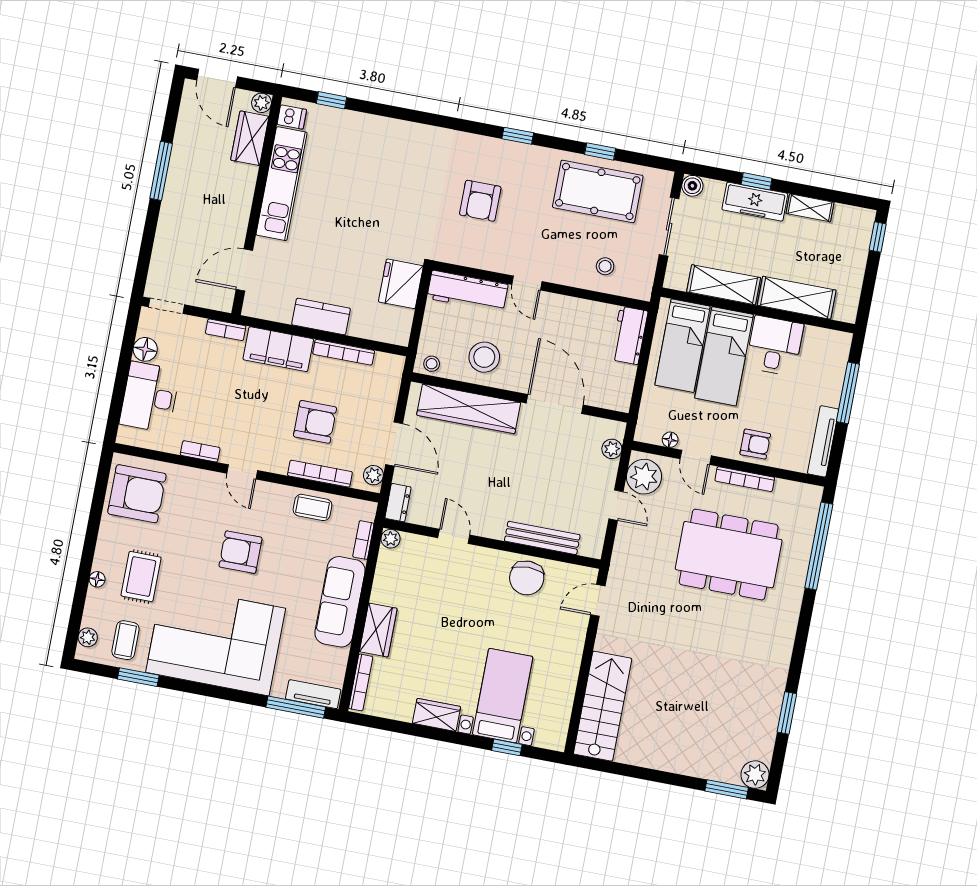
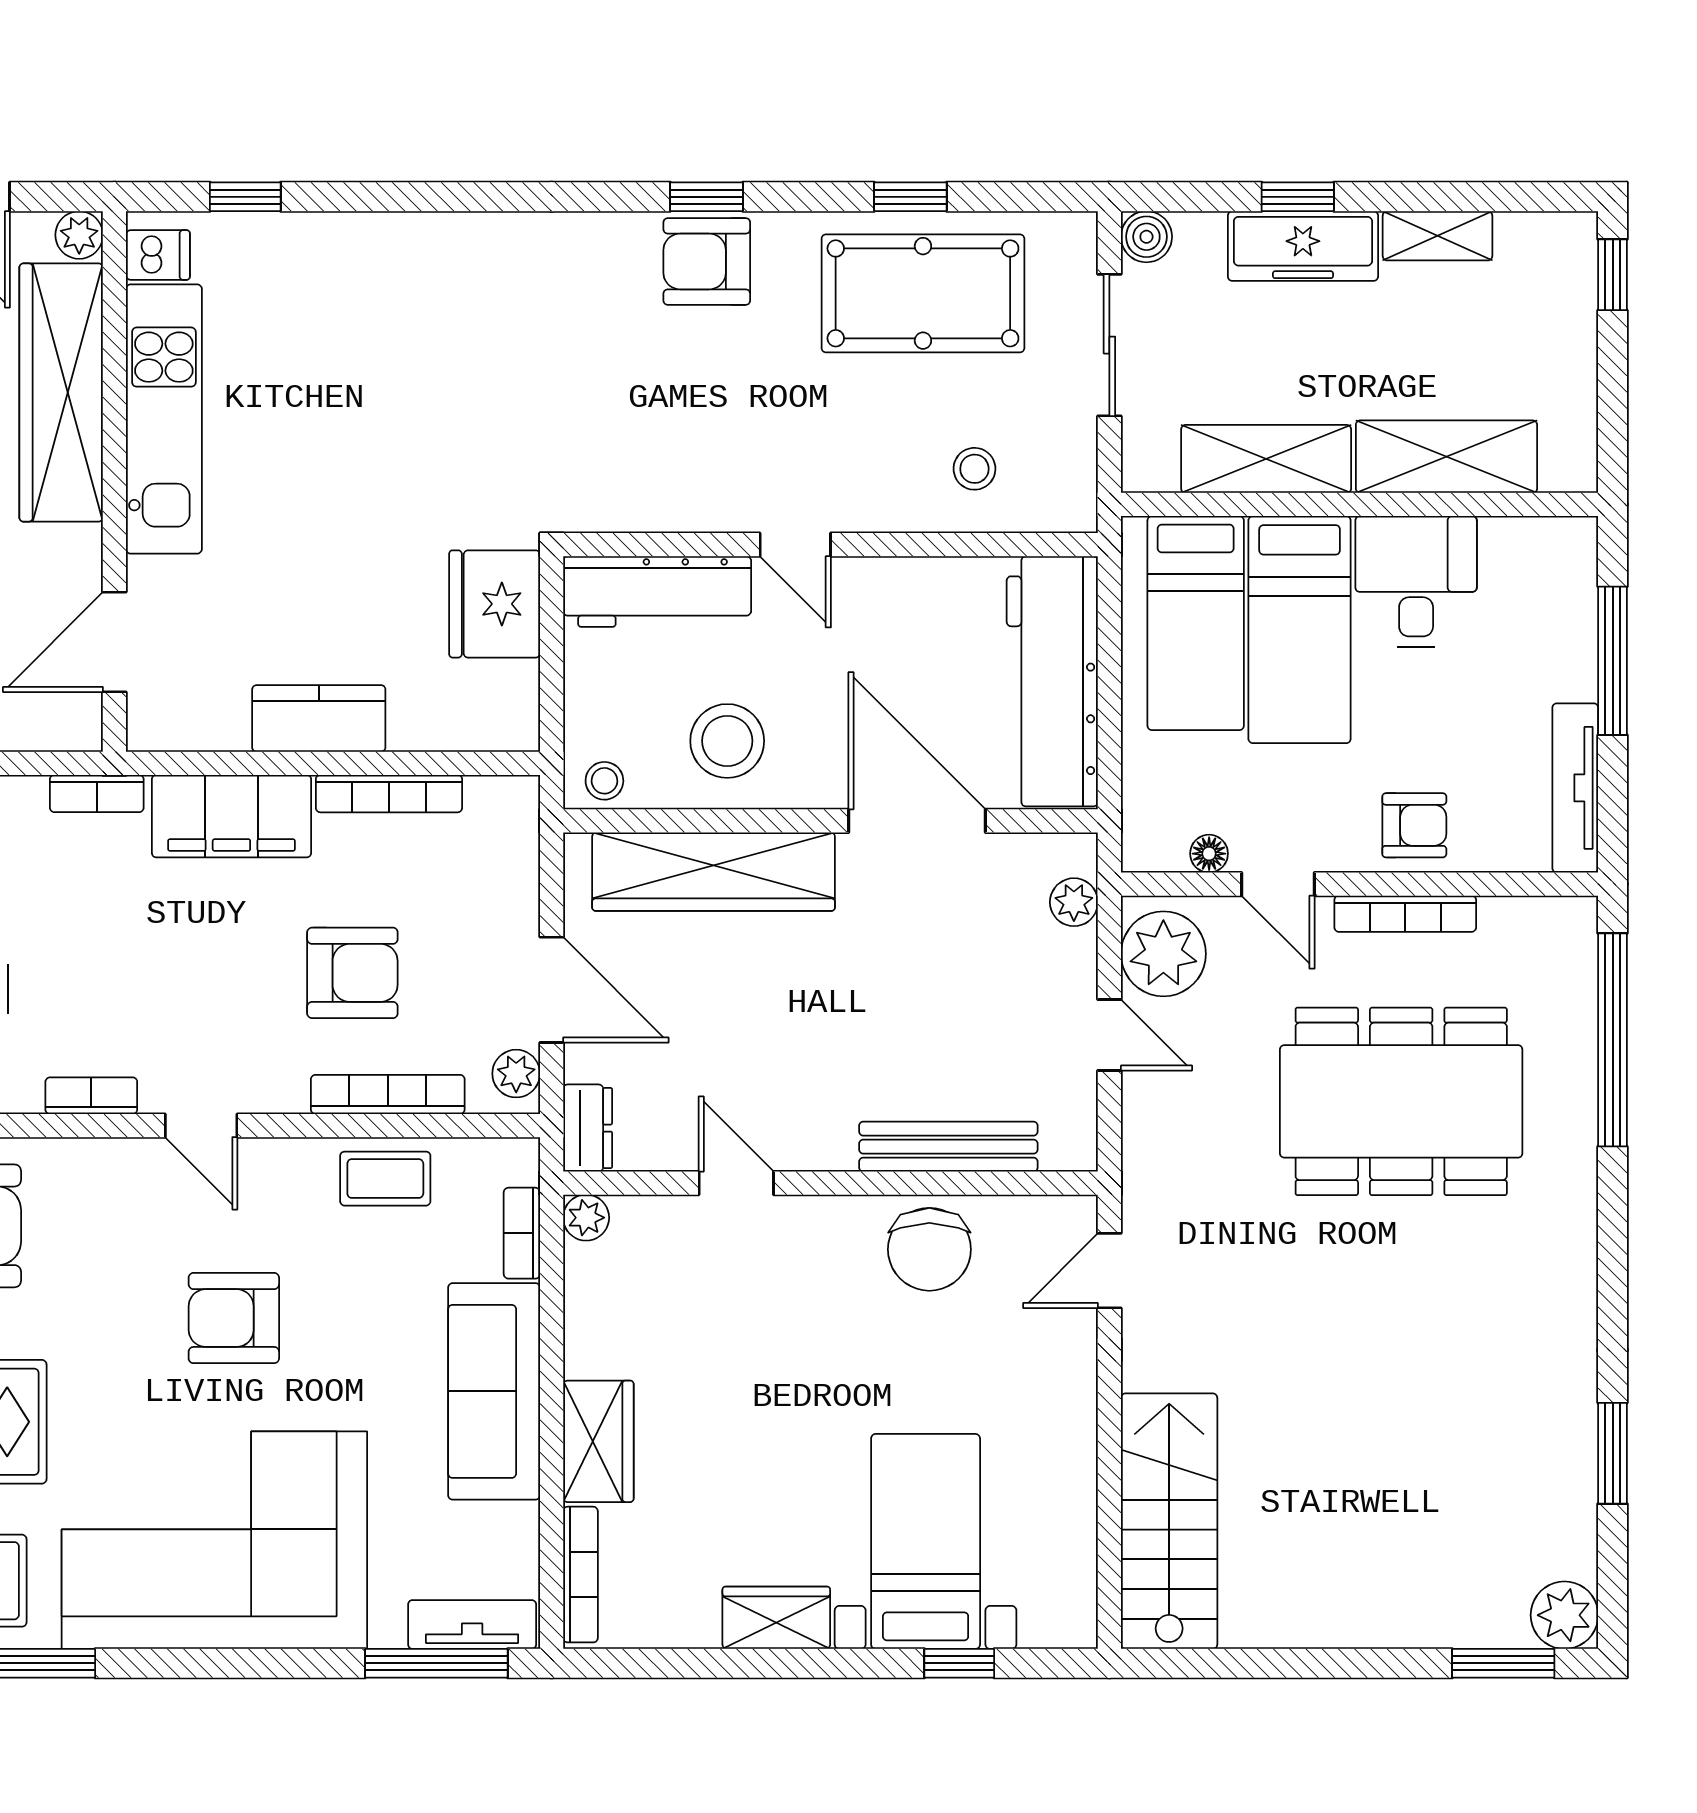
wardrobe: (250, 138) -> (61, 393), width x2.10, depth x1.17
armchair: (480, 201) -> (707, 261), moved, turned 90
workbench: (629, 335) -> (1052, 681), width x1.88, depth x1.32

